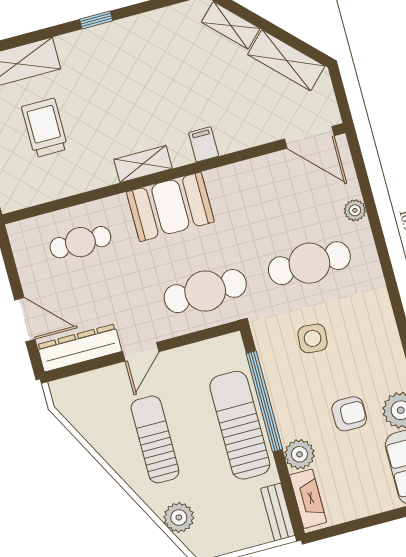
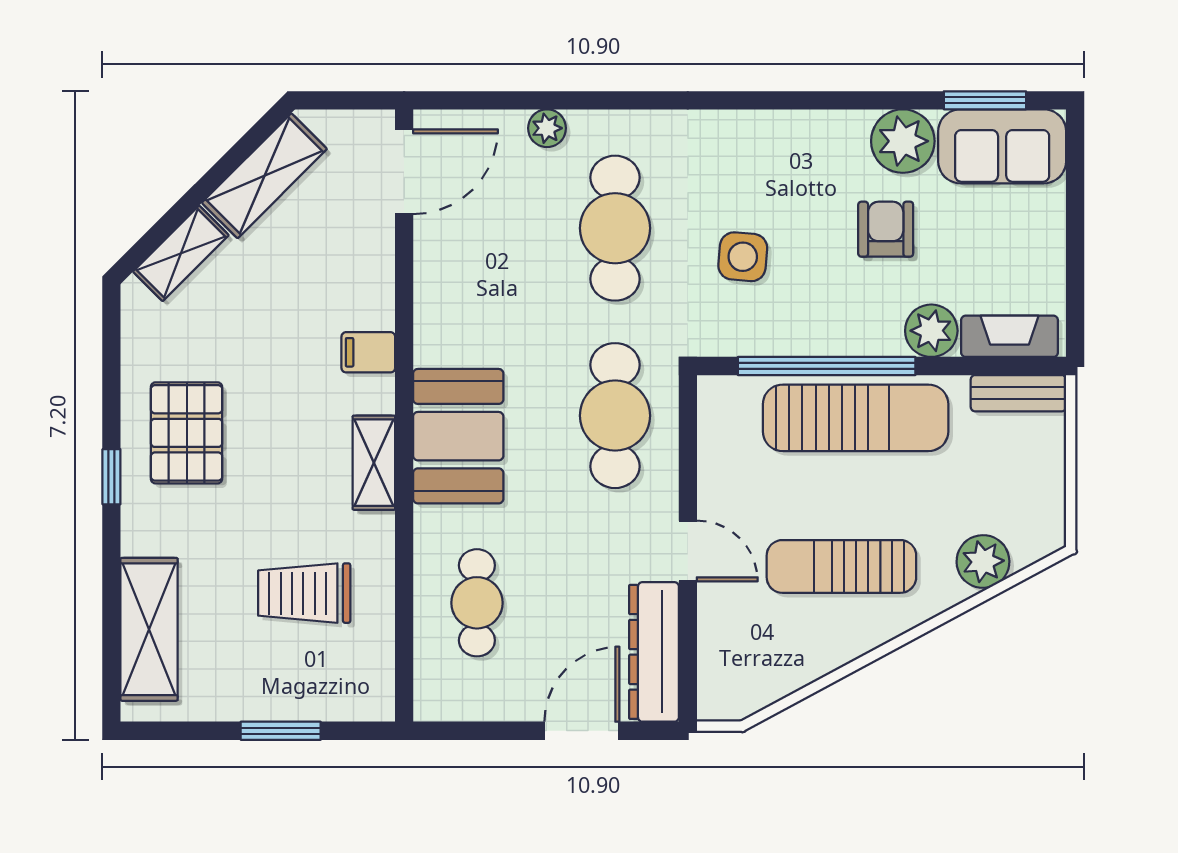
pallet: (132, 55) -> (187, 433), added
trolley: (45, 128) -> (304, 593), moved
sun lounger: (240, 425) -> (856, 418), turned 180

